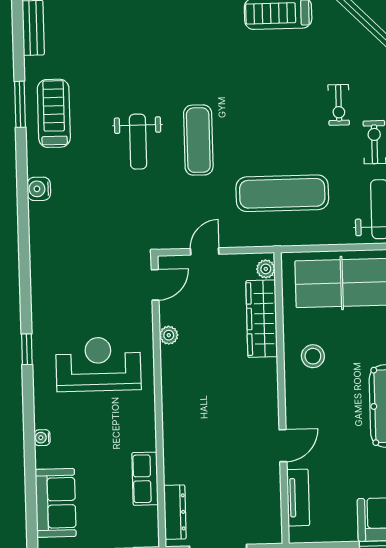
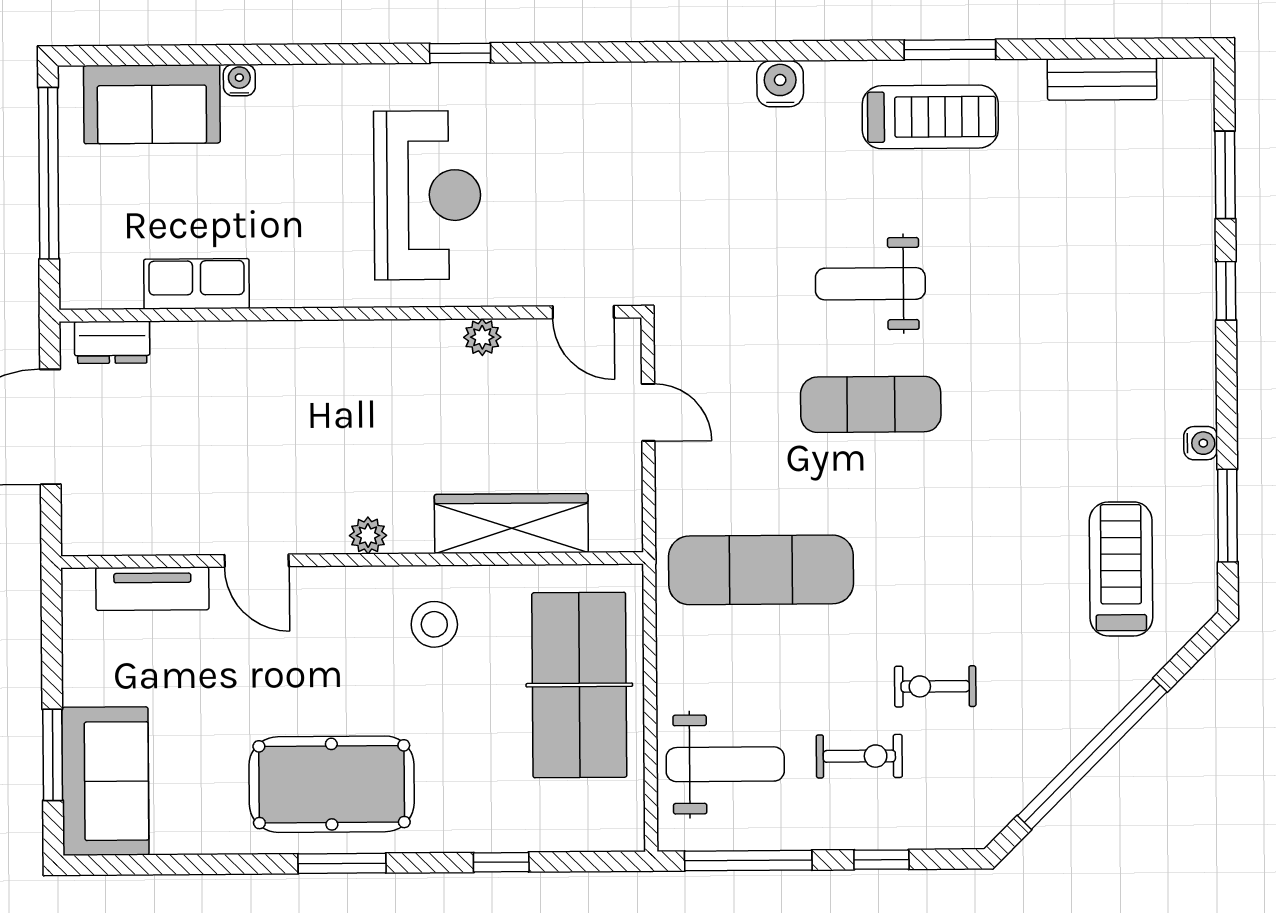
exercise mat: (282, 193) -> (761, 570), turned 90
plant: (266, 269) -> (368, 535), moved
water cooler: (42, 438) -> (239, 80), moved
dresser: (175, 512) -> (112, 342), width x0.70

